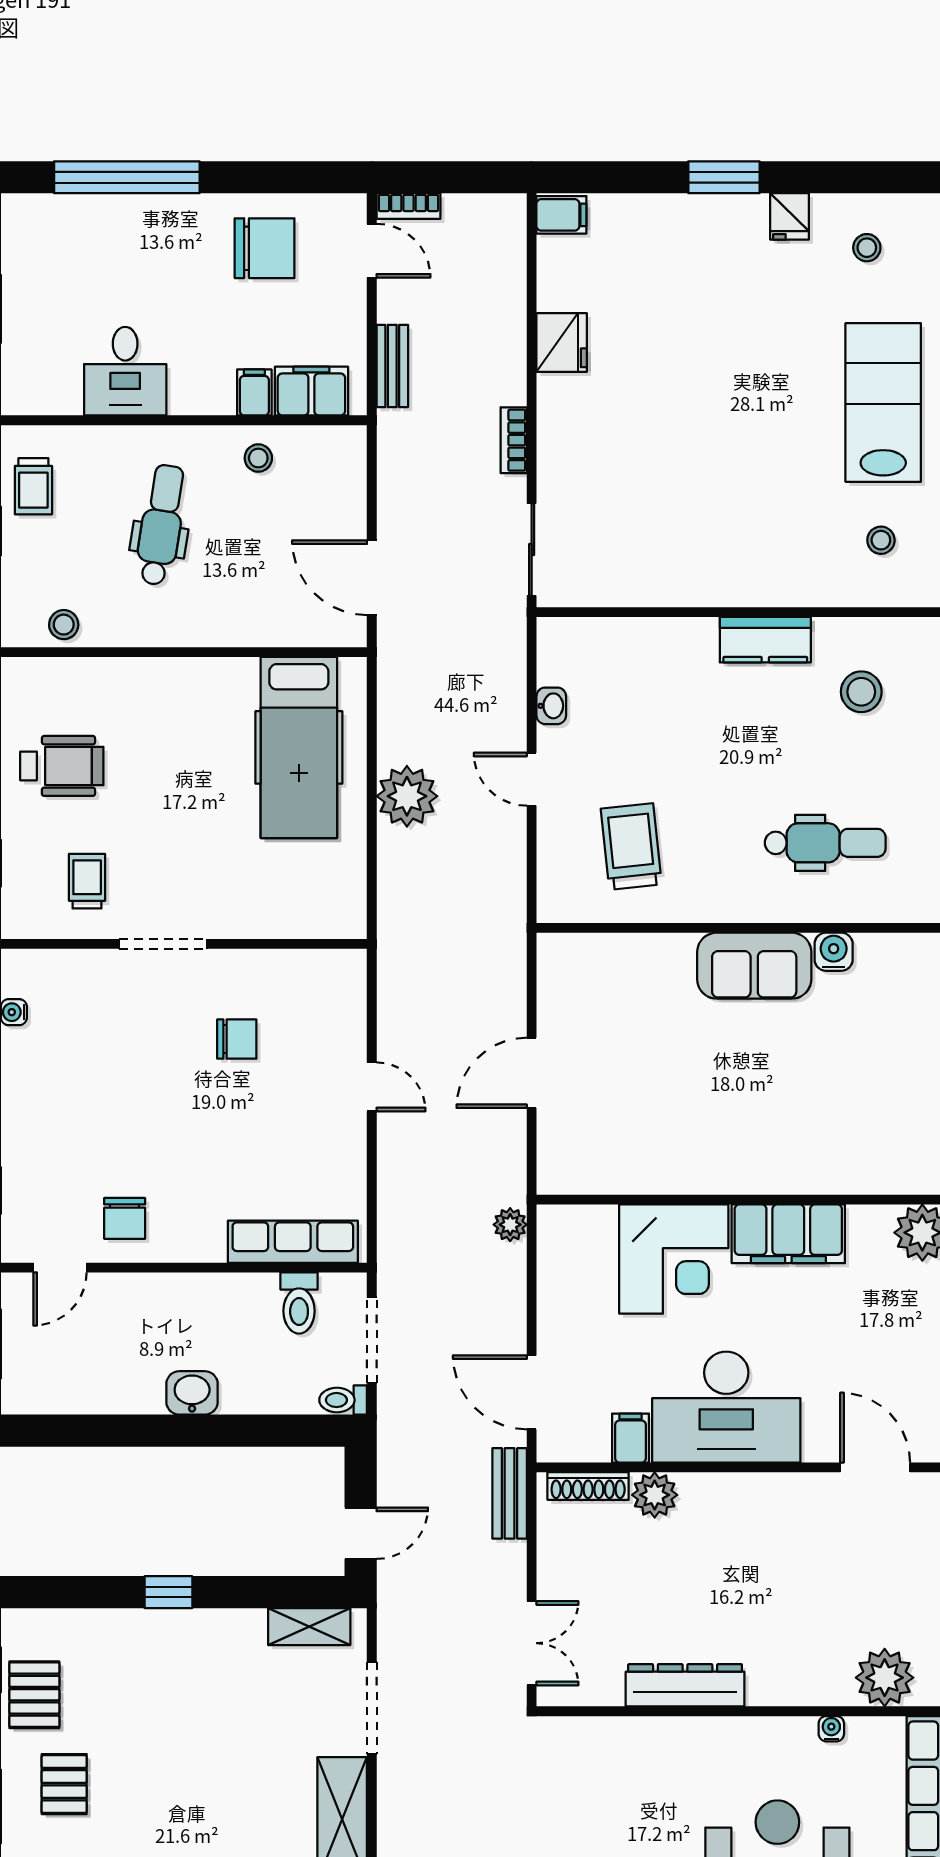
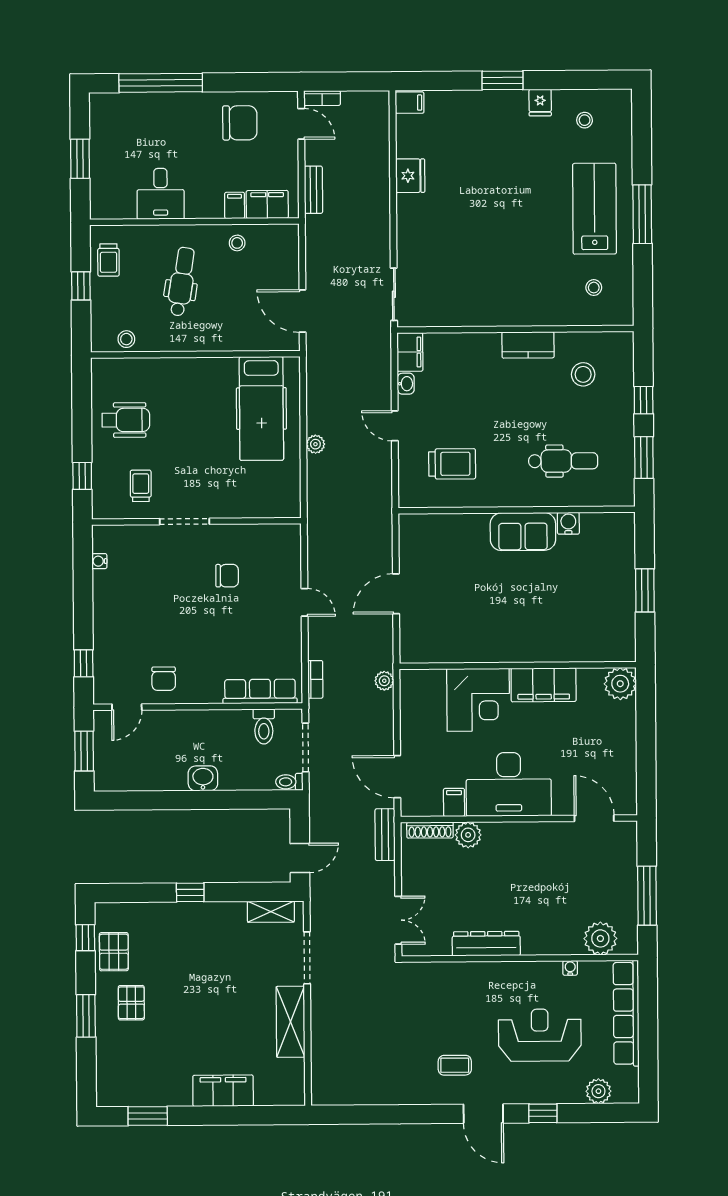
bookcase: (514, 440) -> (315, 679), moved, turned 180
filing cabinet: (559, 651) -> (410, 352), added
plant: (407, 796) -> (315, 444), width x0.53, depth x0.53
trolley: (631, 847) -> (452, 464), turned 96

